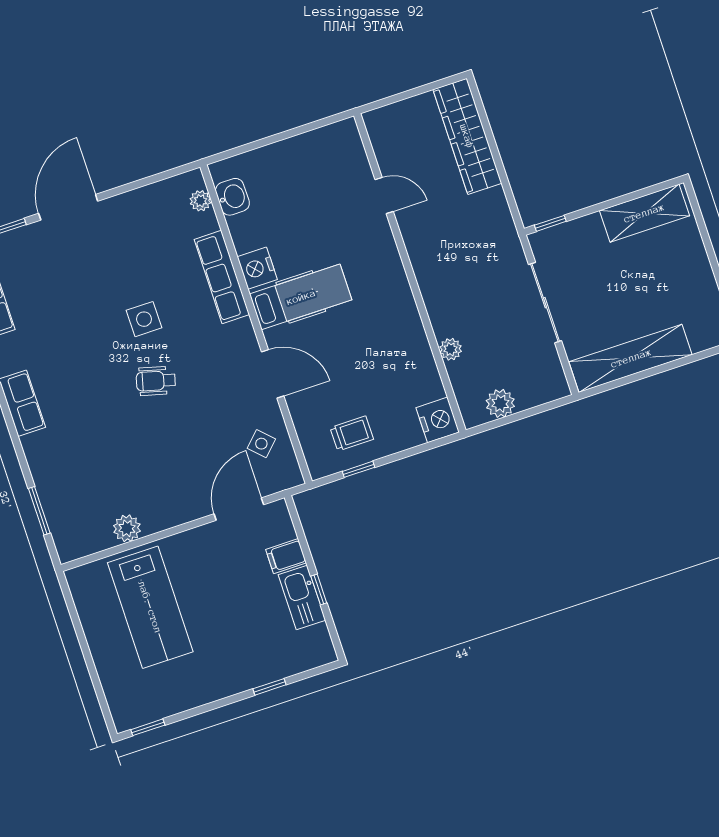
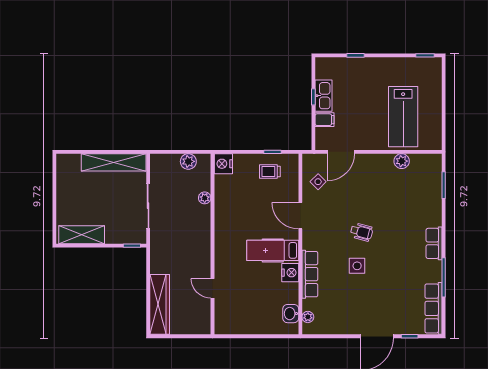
lab bench: (150, 607) -> (403, 117), turned 180

